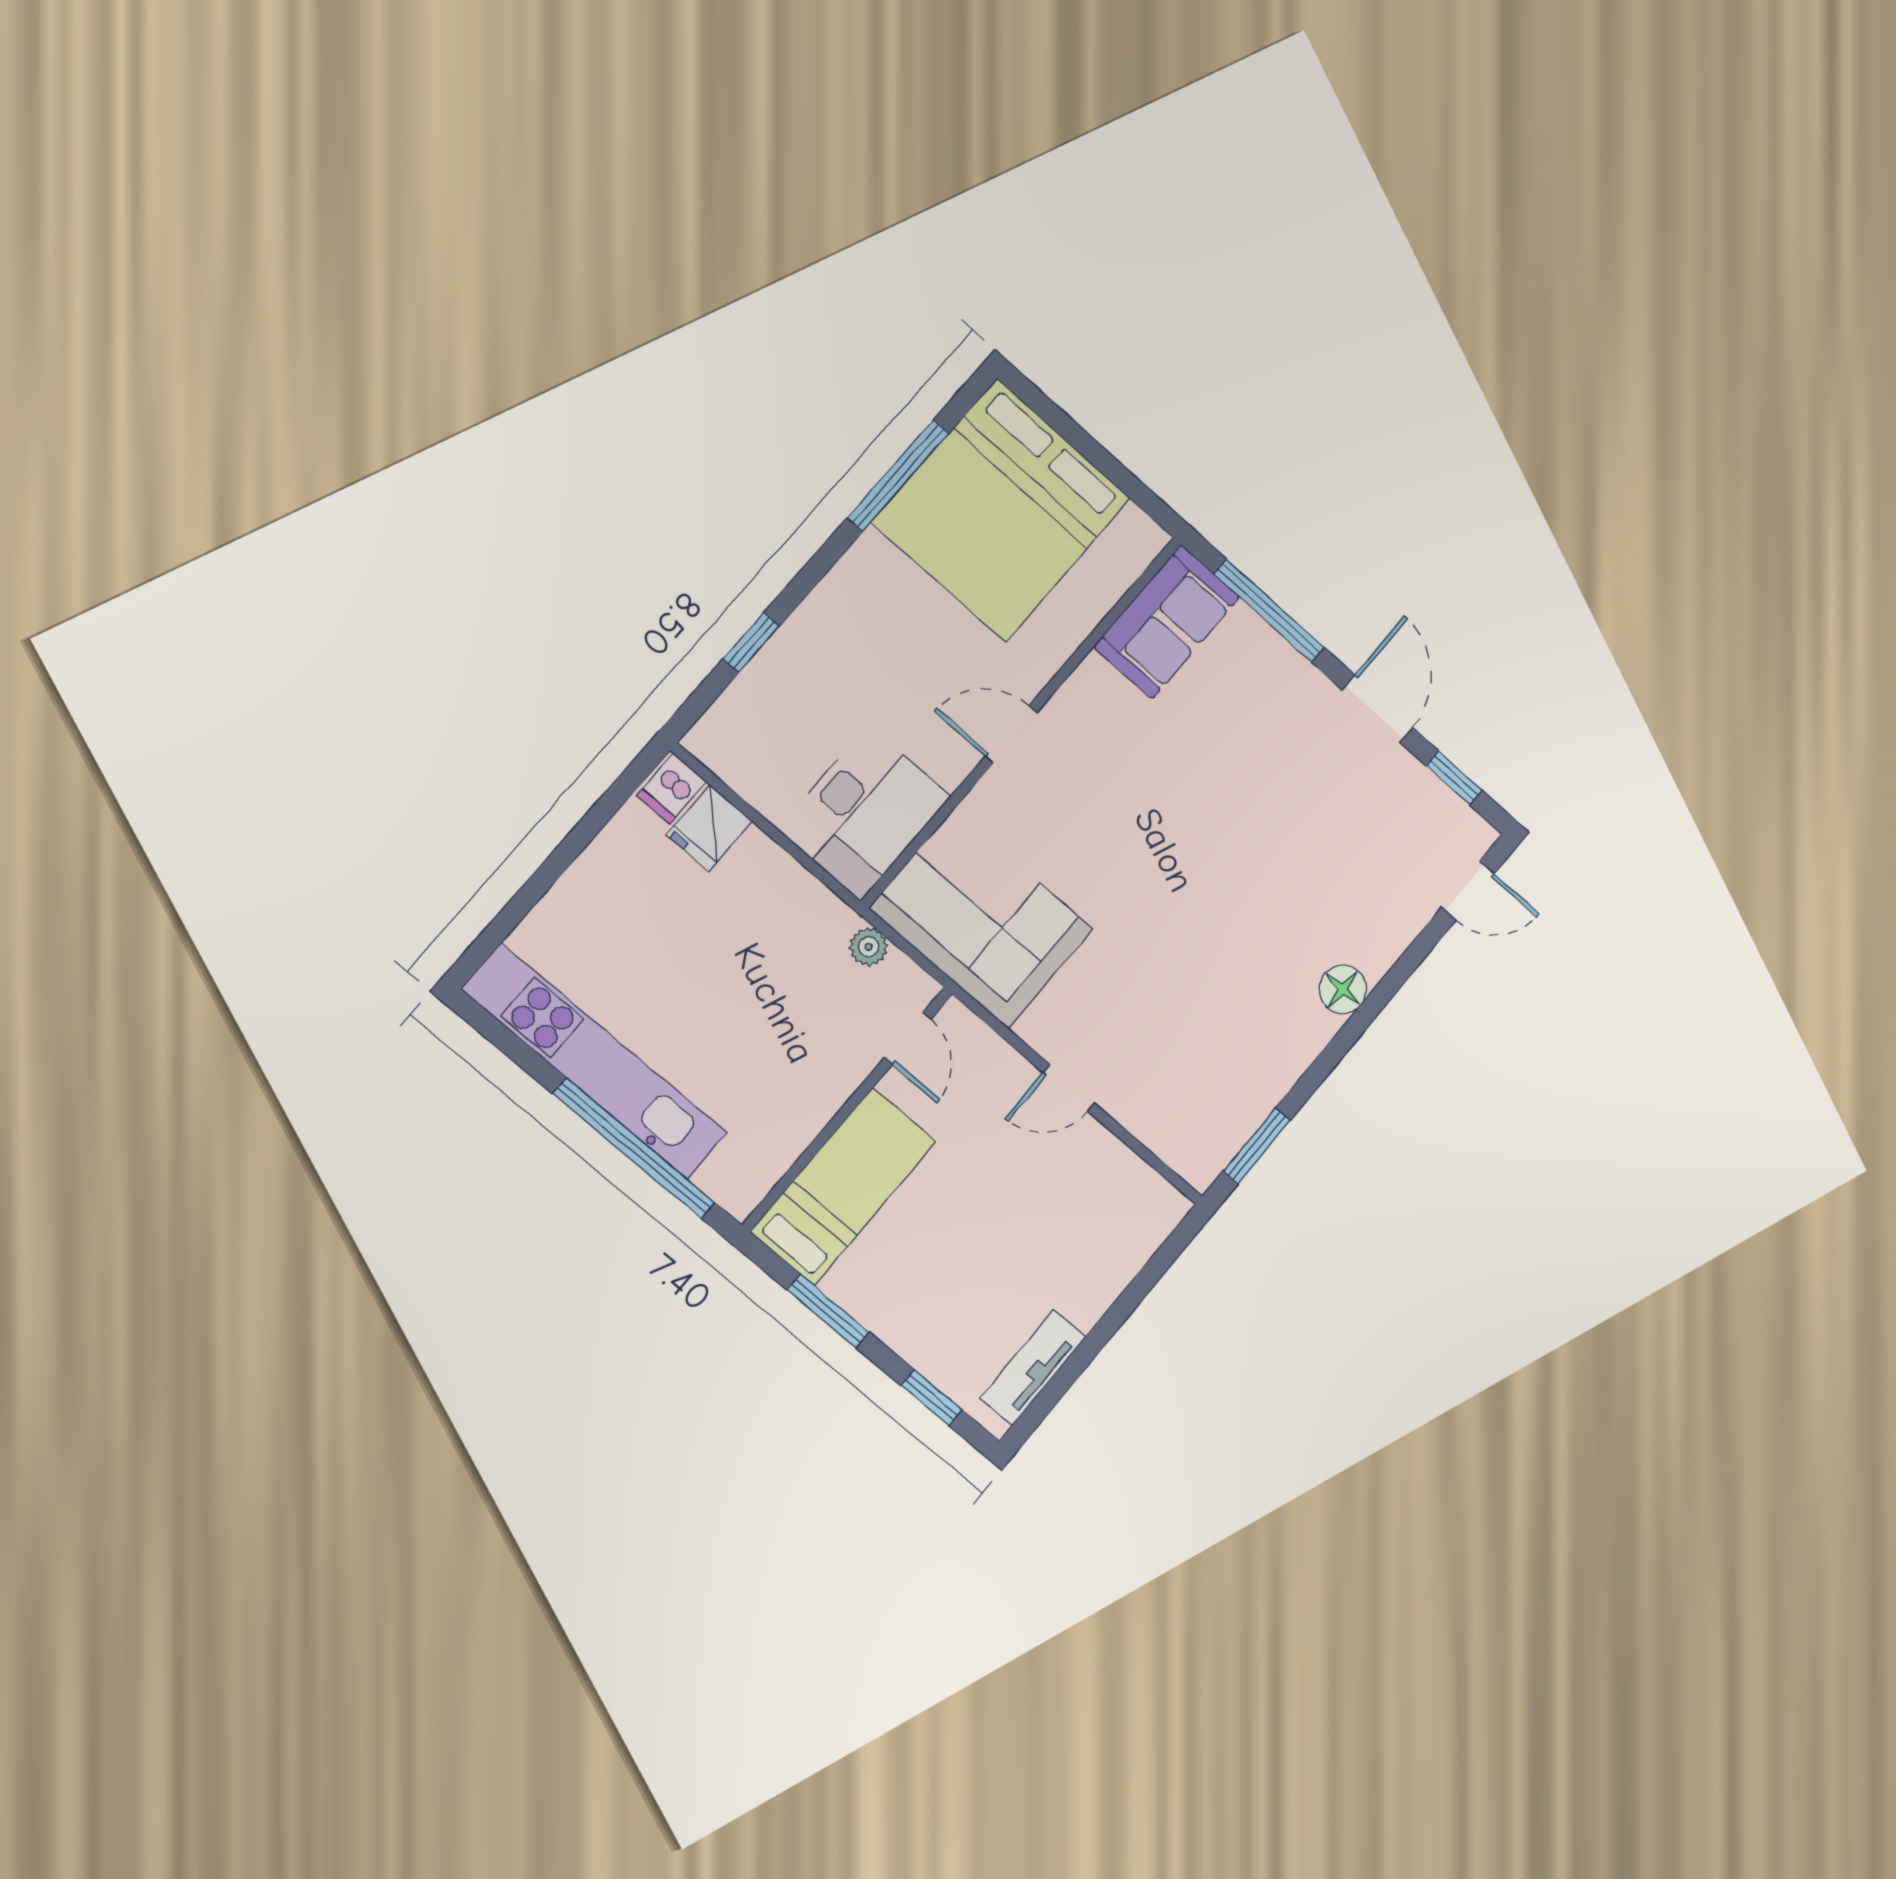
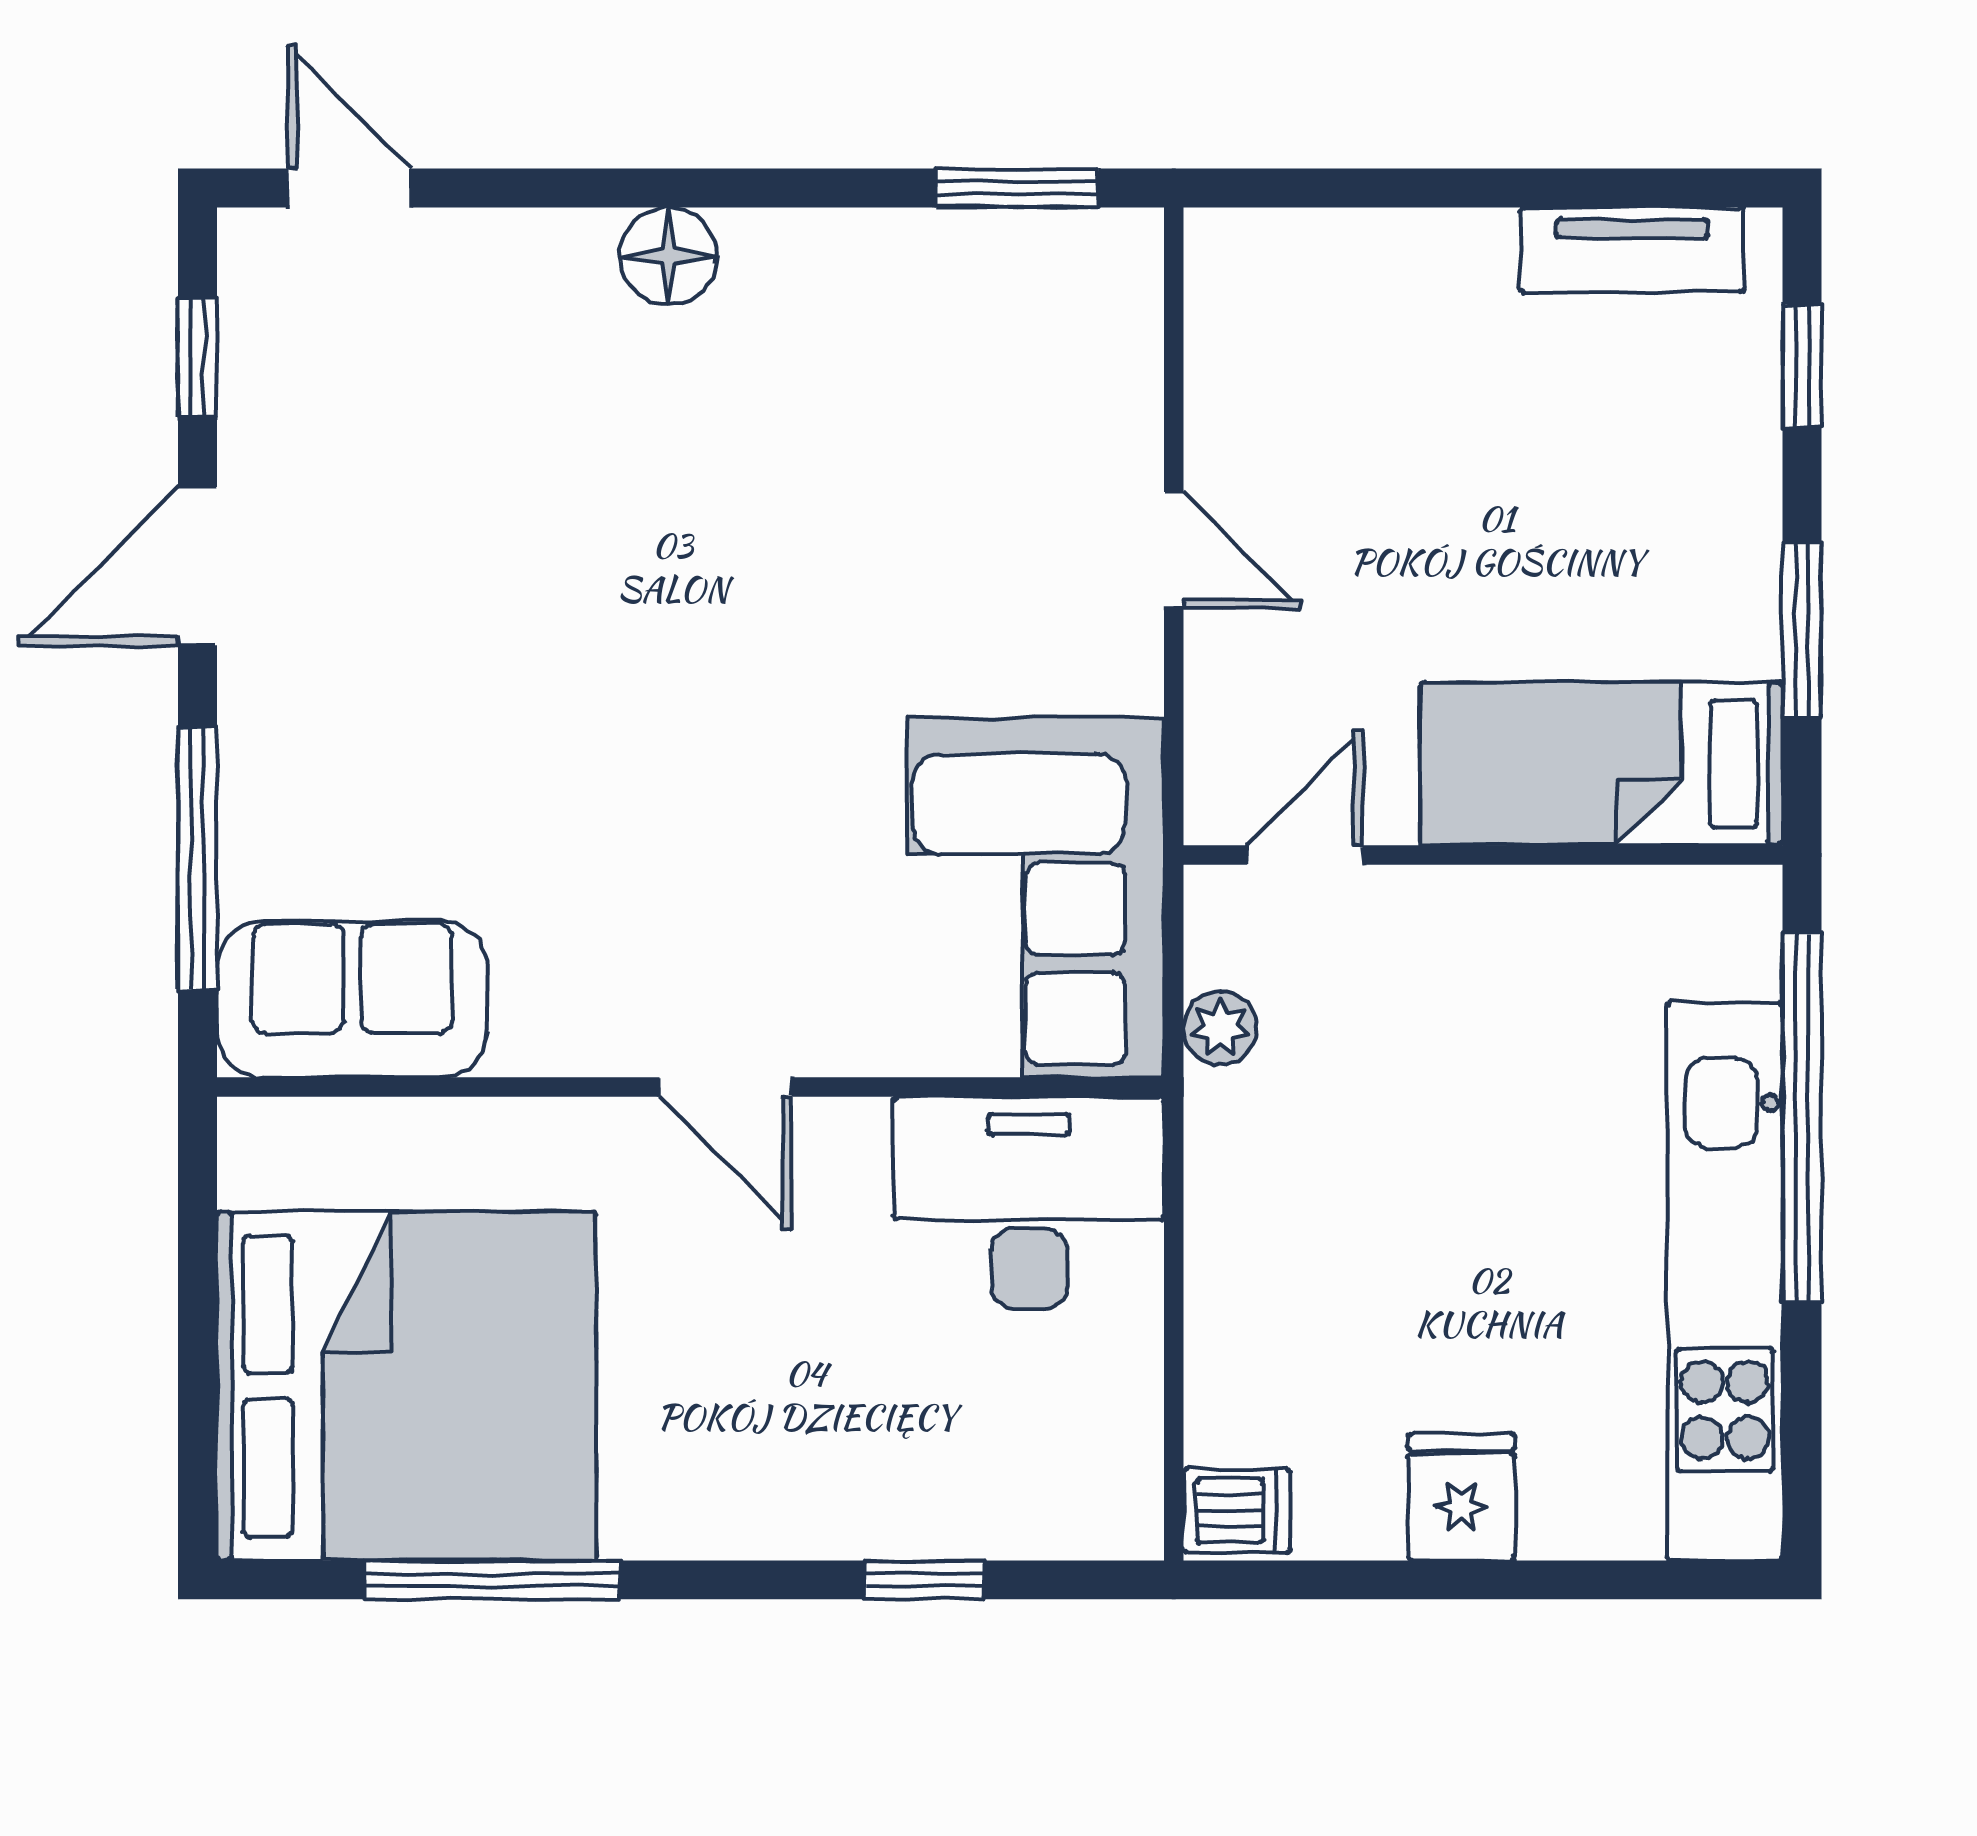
fridge: (709, 828) -> (1461, 1497), moved, turned -90

